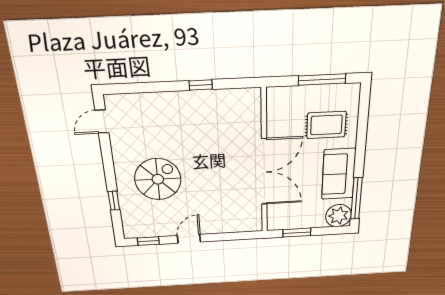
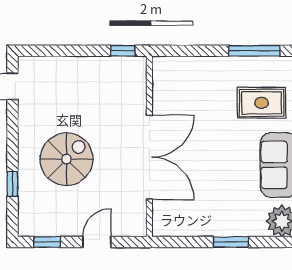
wall: (264, 164) -> (149, 146), moved
double door: (264, 172) -> (149, 157), moved

